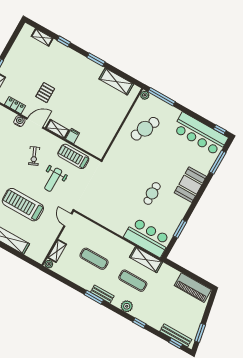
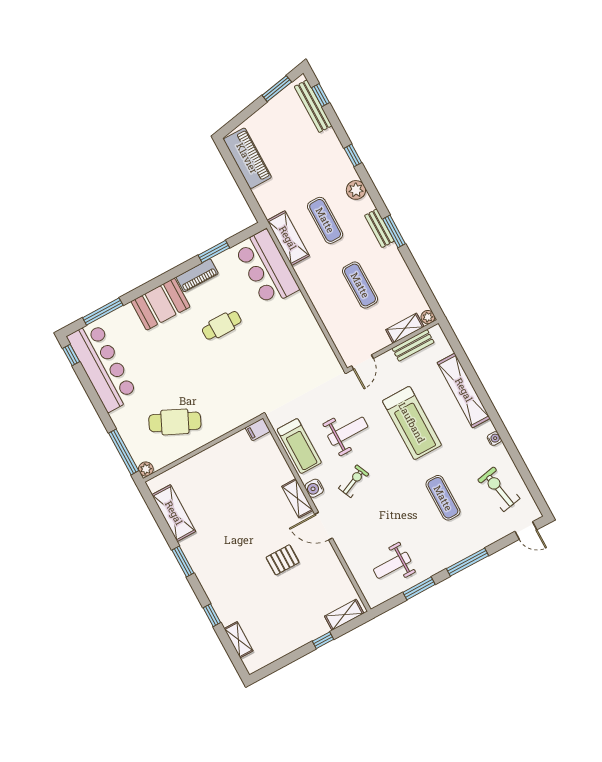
locker: (15, 105) -> (336, 569), removed
water cooler: (19, 121) -> (314, 488), moved
filing cabinet: (73, 136) -> (258, 429), moved
piano: (181, 211) -> (197, 275), added
bench: (47, 245) -> (413, 345), added

